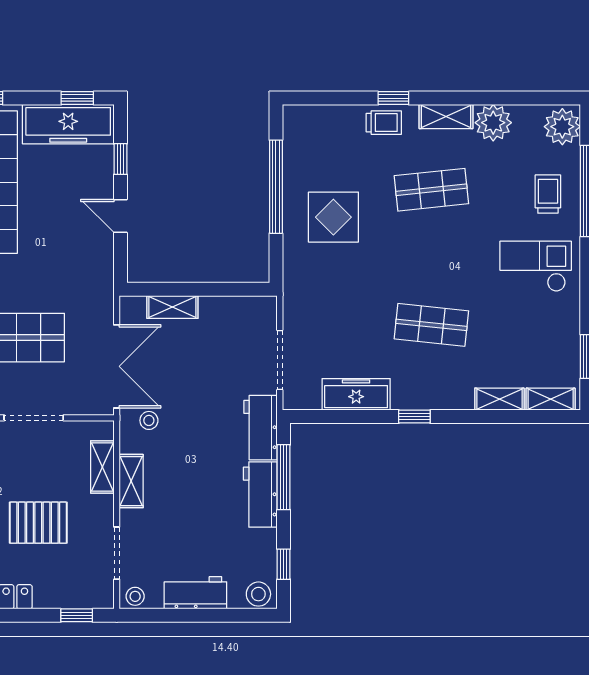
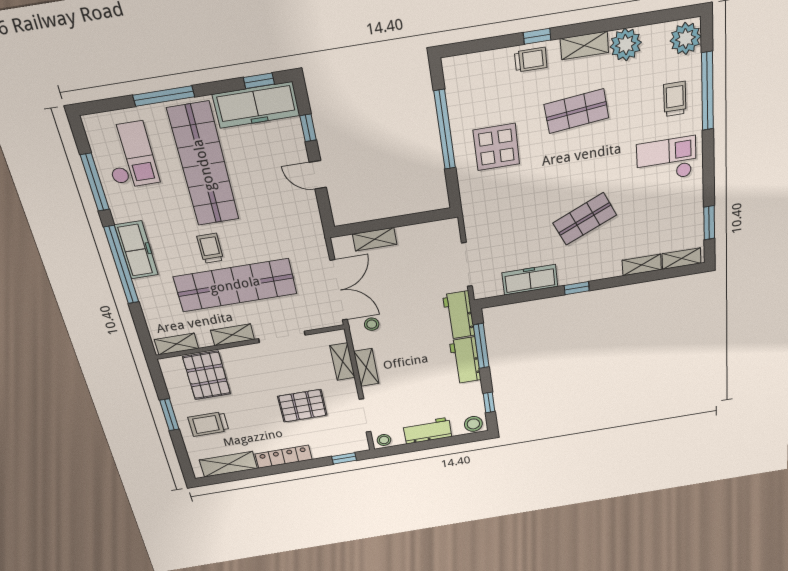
shop shelf: (431, 325) -> (585, 219), turned -30

